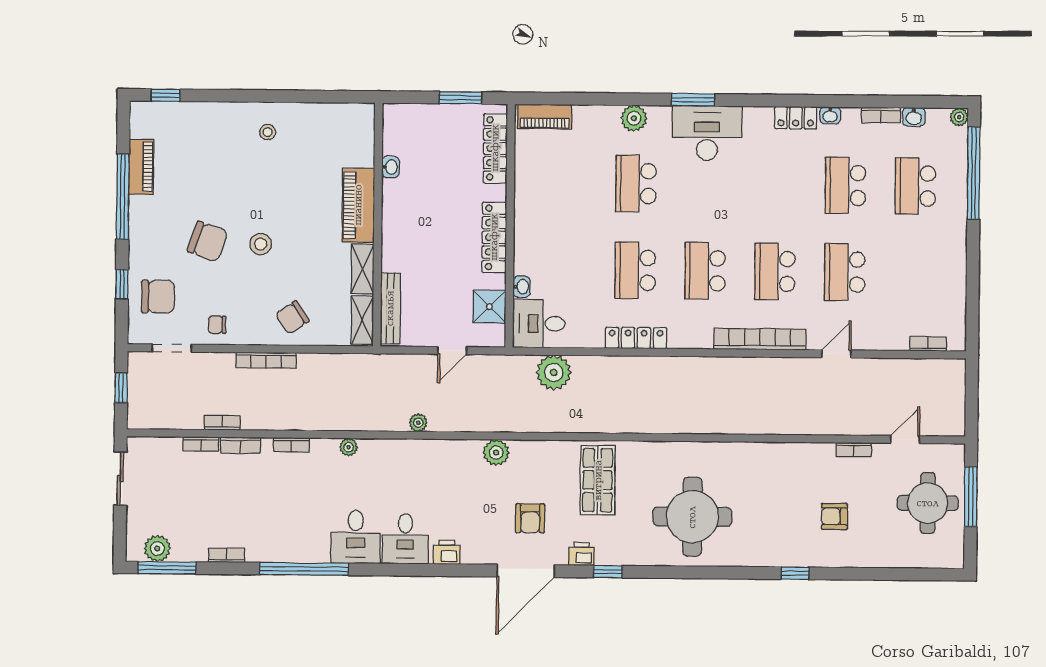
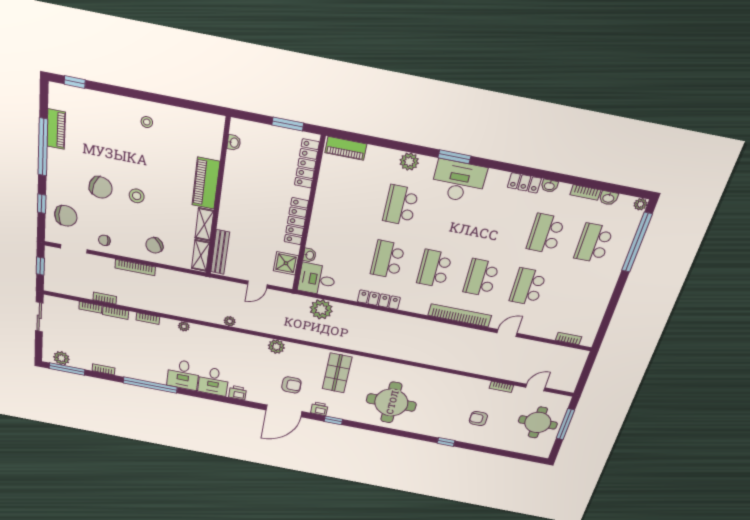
washbasin: (390, 167) -> (234, 143), moved
armchair: (530, 518) -> (291, 385), turned -90

